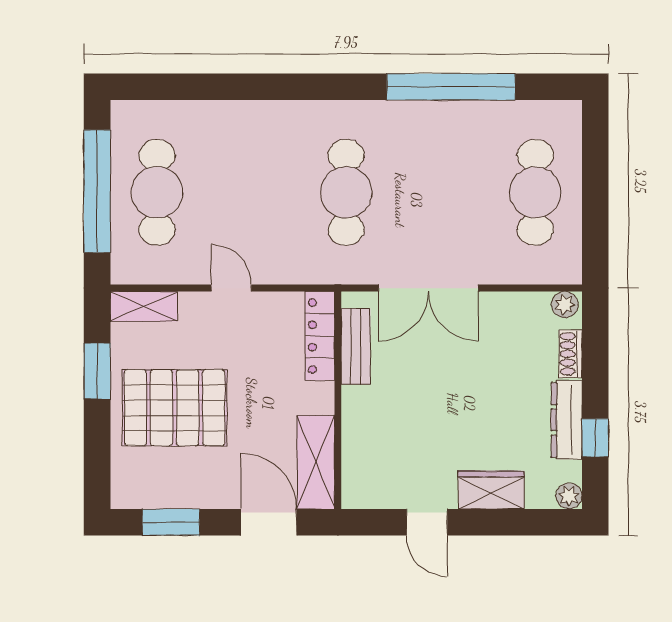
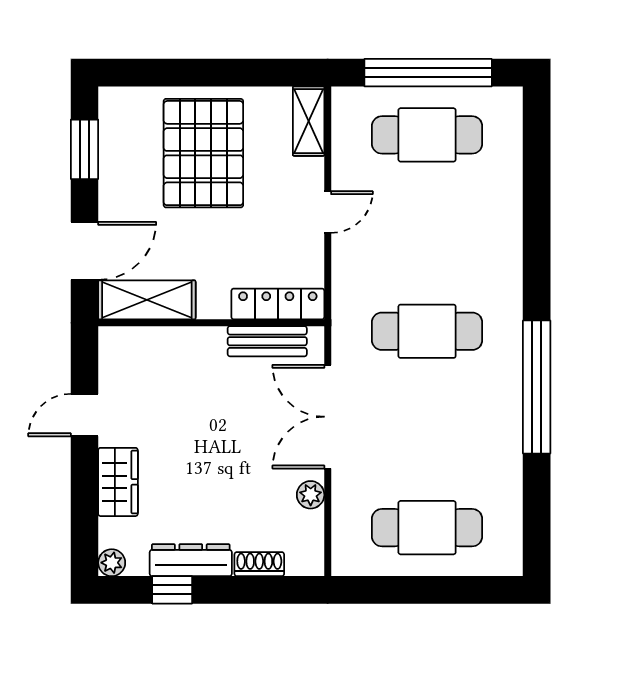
window: (451, 87) -> (537, 387), moved
plant: (565, 305) -> (311, 495), moved
window: (97, 371) -> (241, 73), removed

